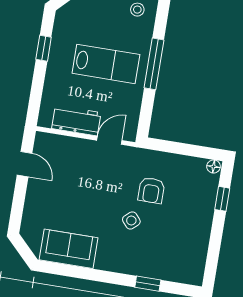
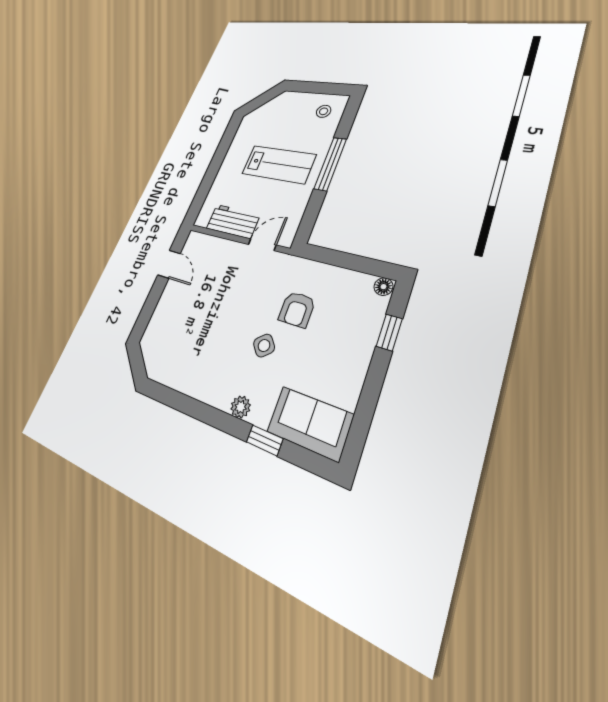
window: (44, 48) -> (222, 150), removed
sofa: (69, 249) -> (310, 423), moved
plant: (124, 266) -> (241, 407), added

